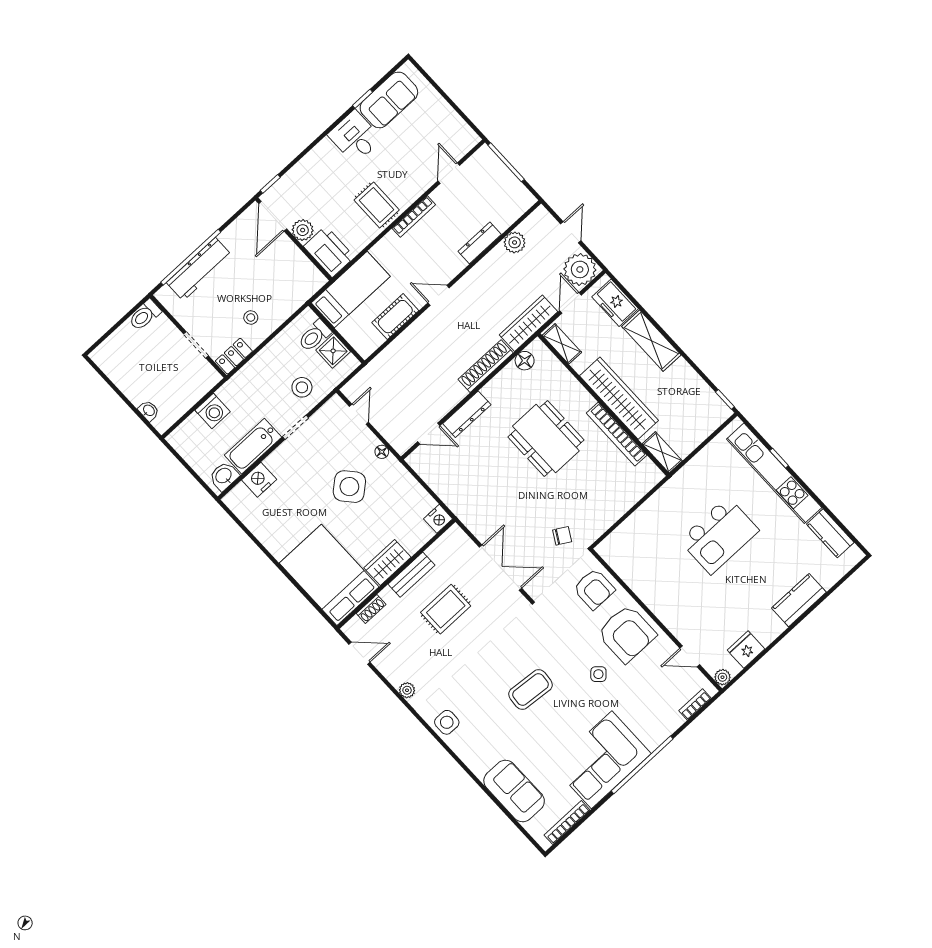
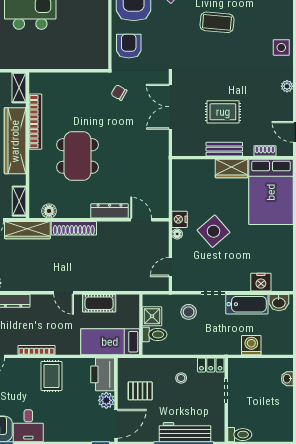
pallet: (279, 269) -> (140, 391), added
nightstand: (438, 519) -> (180, 219), moved, turned -90

